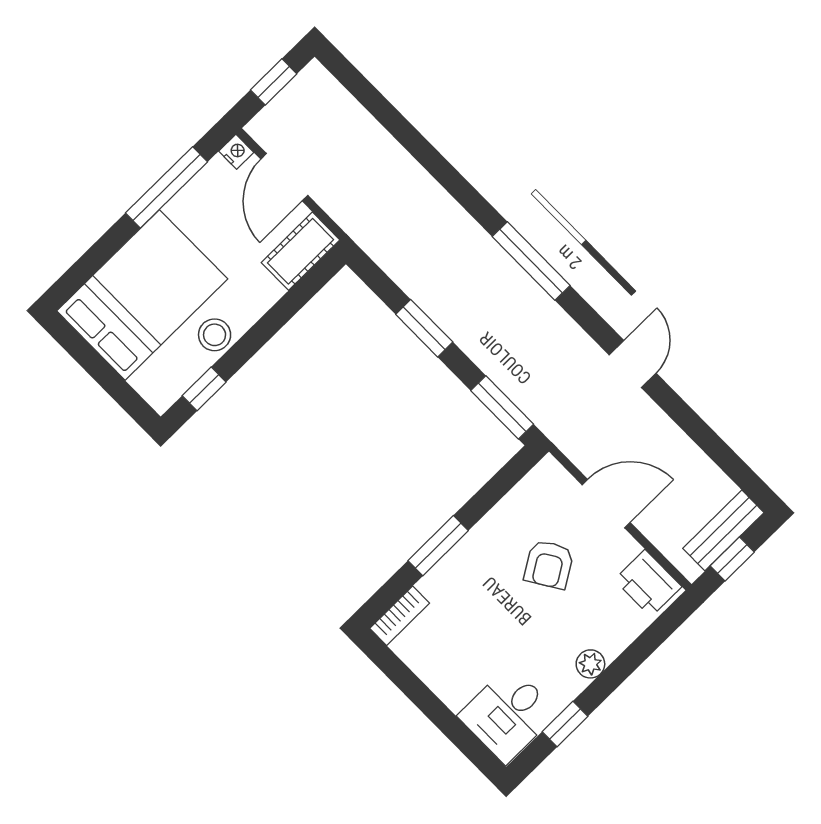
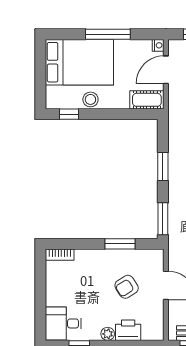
window: (167, 187) -> (108, 34), moved
window: (438, 546) -> (120, 244), moved
printer: (648, 583) -> (128, 330), moved, turned 90

